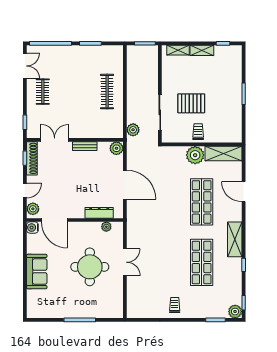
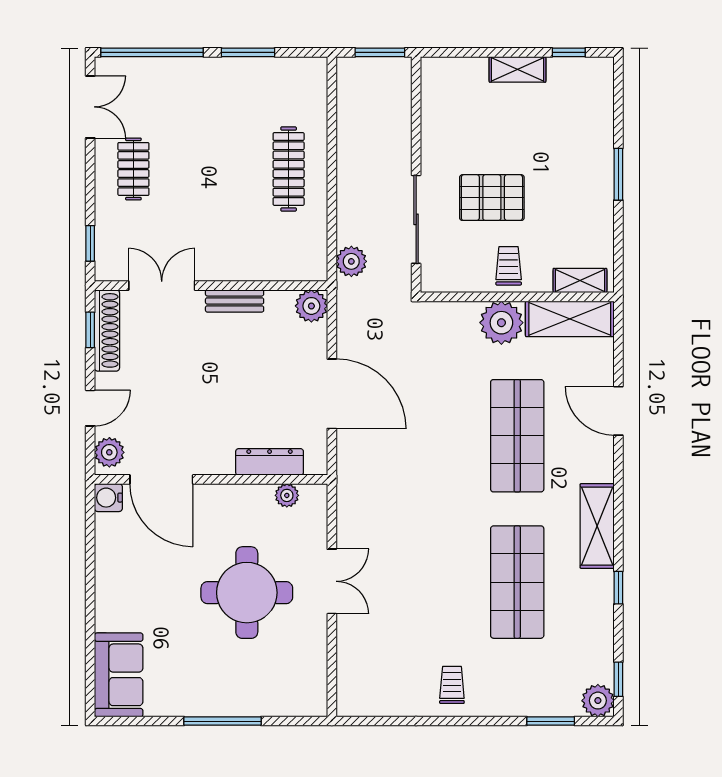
shelving: (178, 50) -> (580, 280), moved
sofa: (37, 272) -> (119, 675), moved

